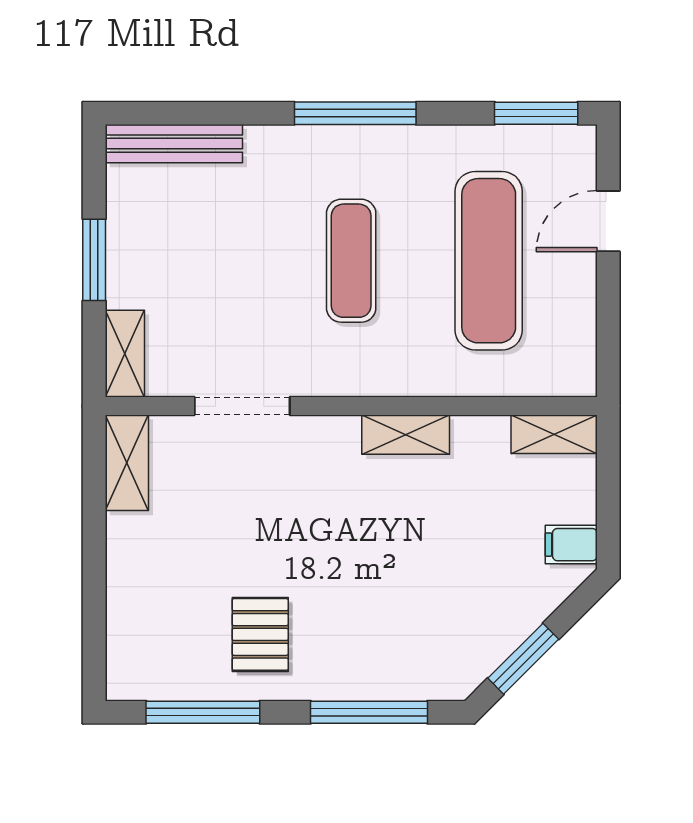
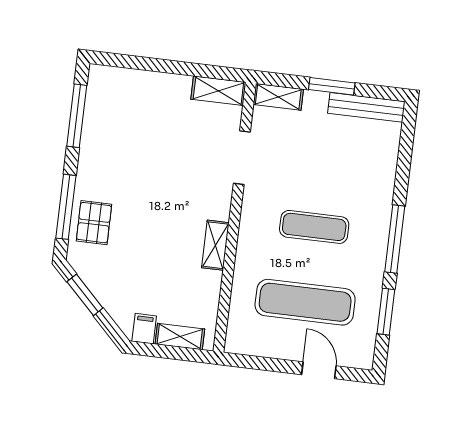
window: (536, 113) -> (386, 312), moved
bench: (174, 144) -> (366, 107), moved, turned 90
shelving: (554, 434) -> (180, 337), moved, turned 90
pallet: (260, 634) -> (94, 223), moved, turned 90

